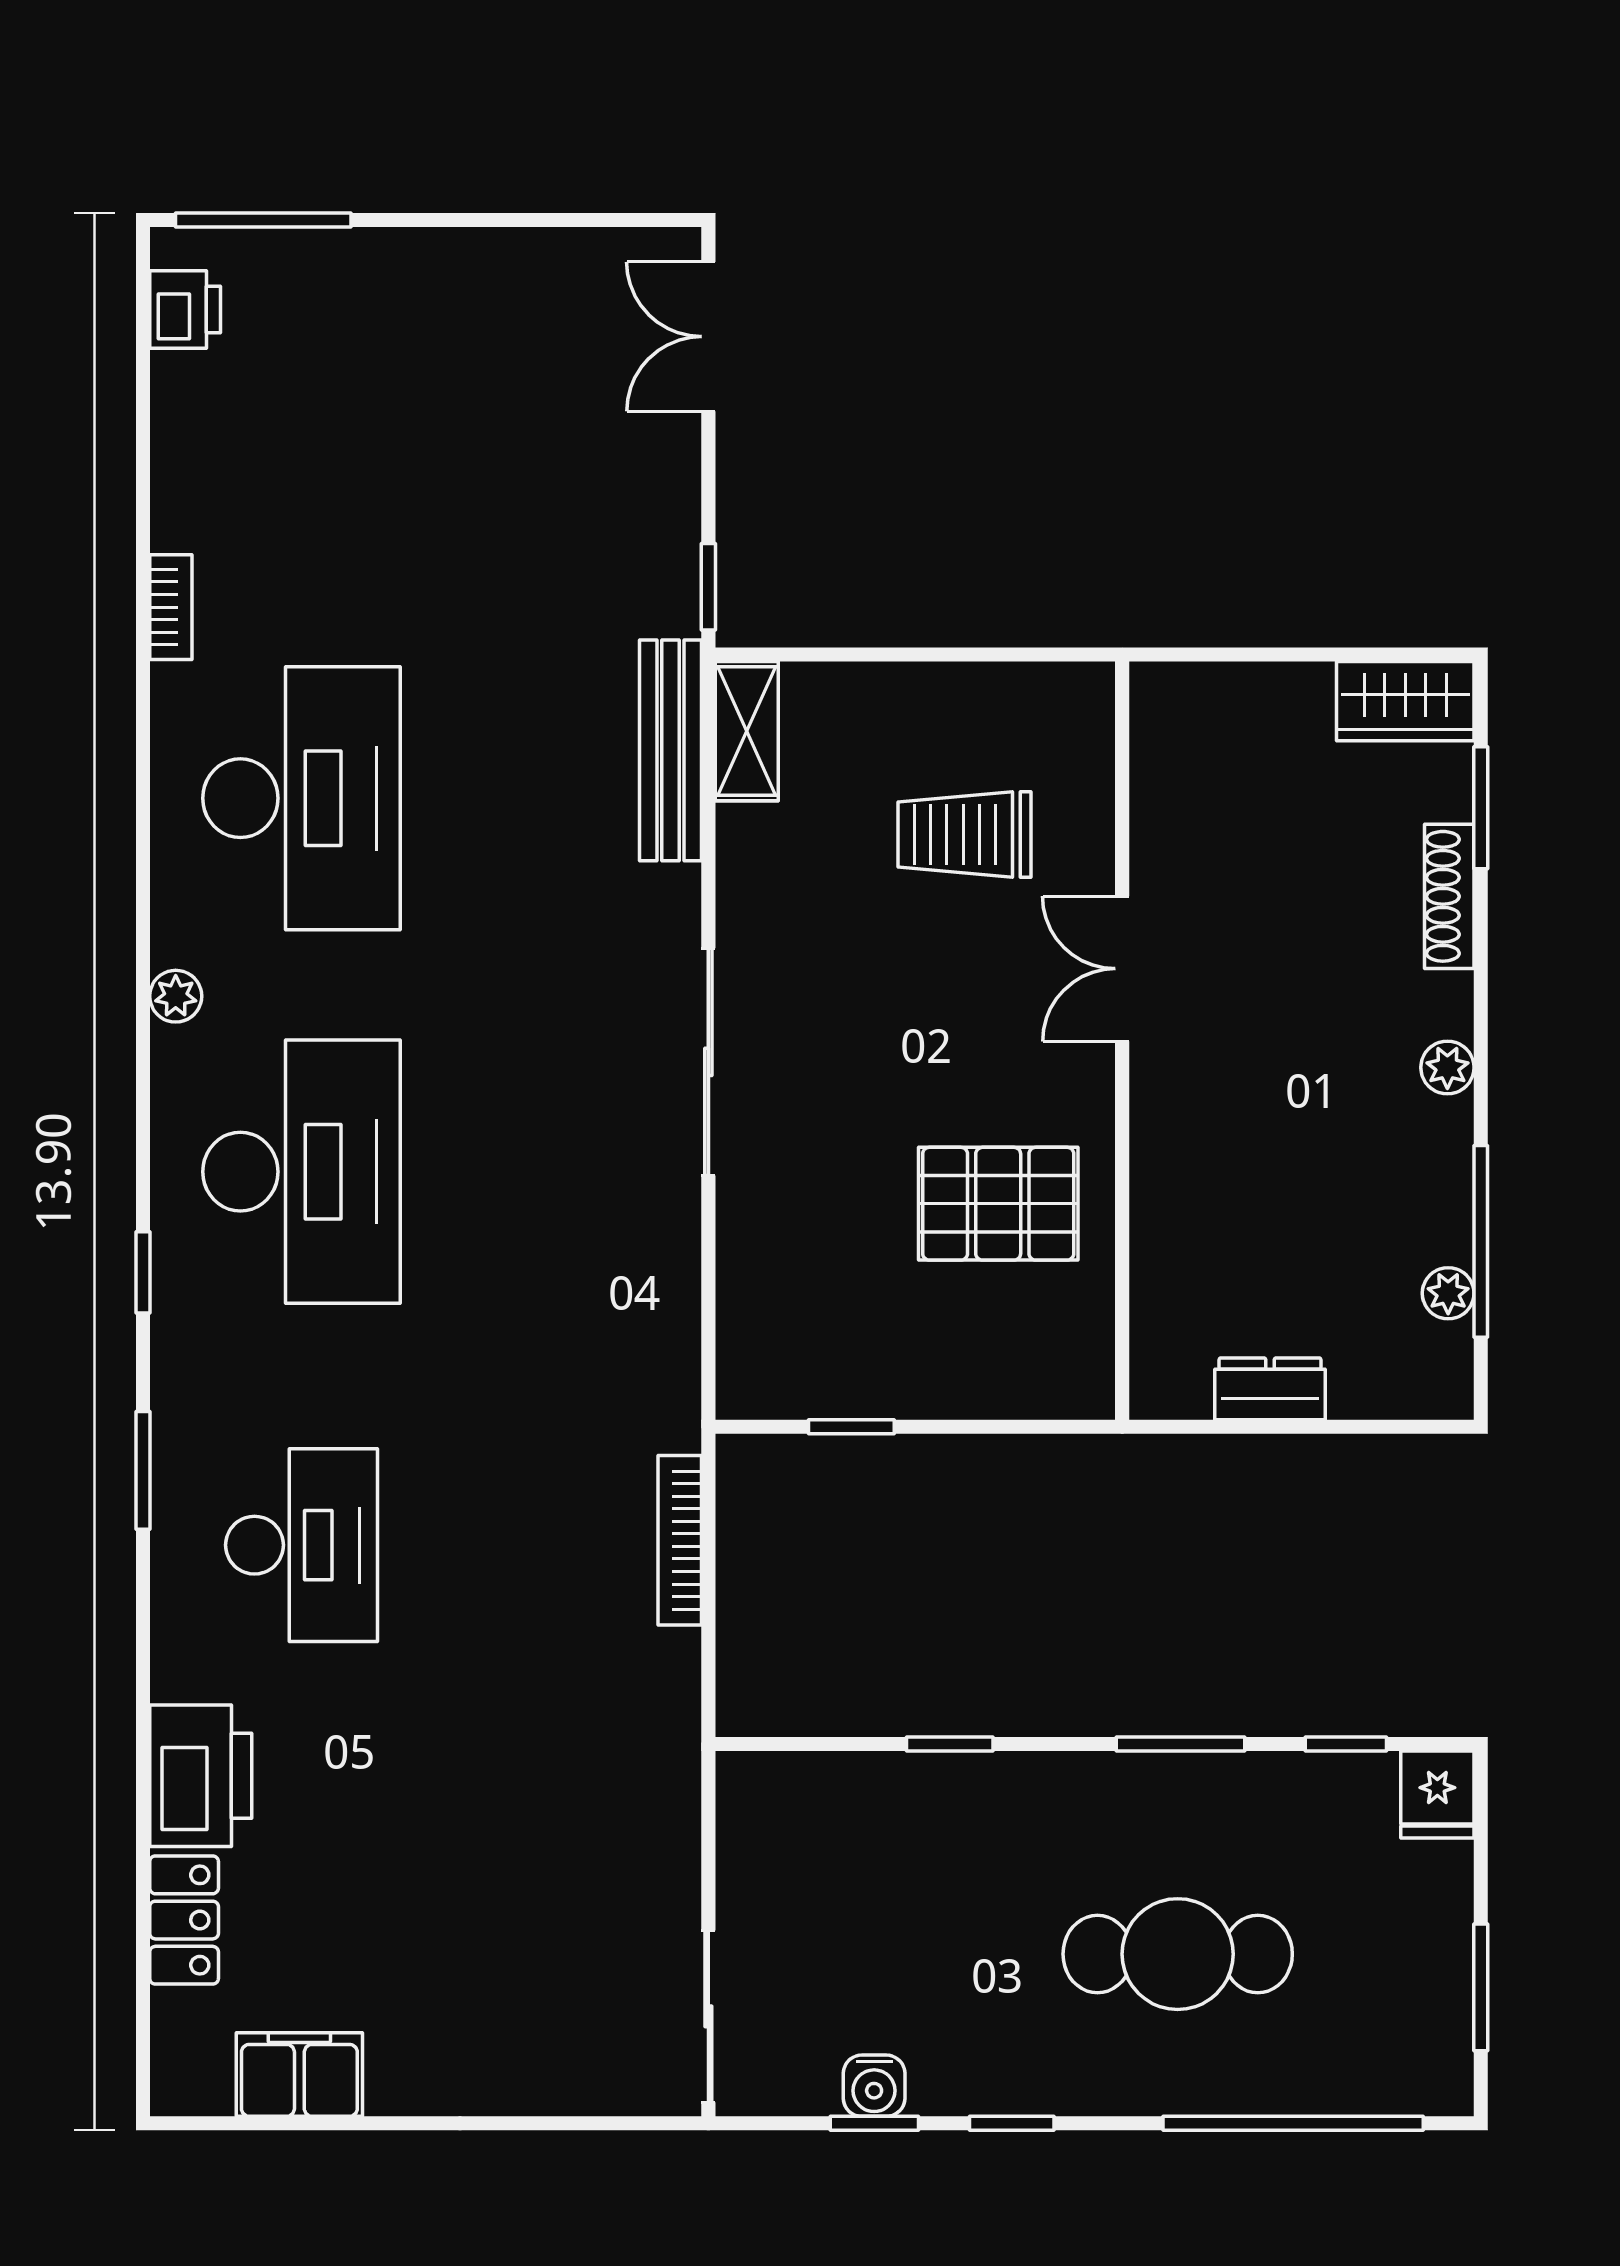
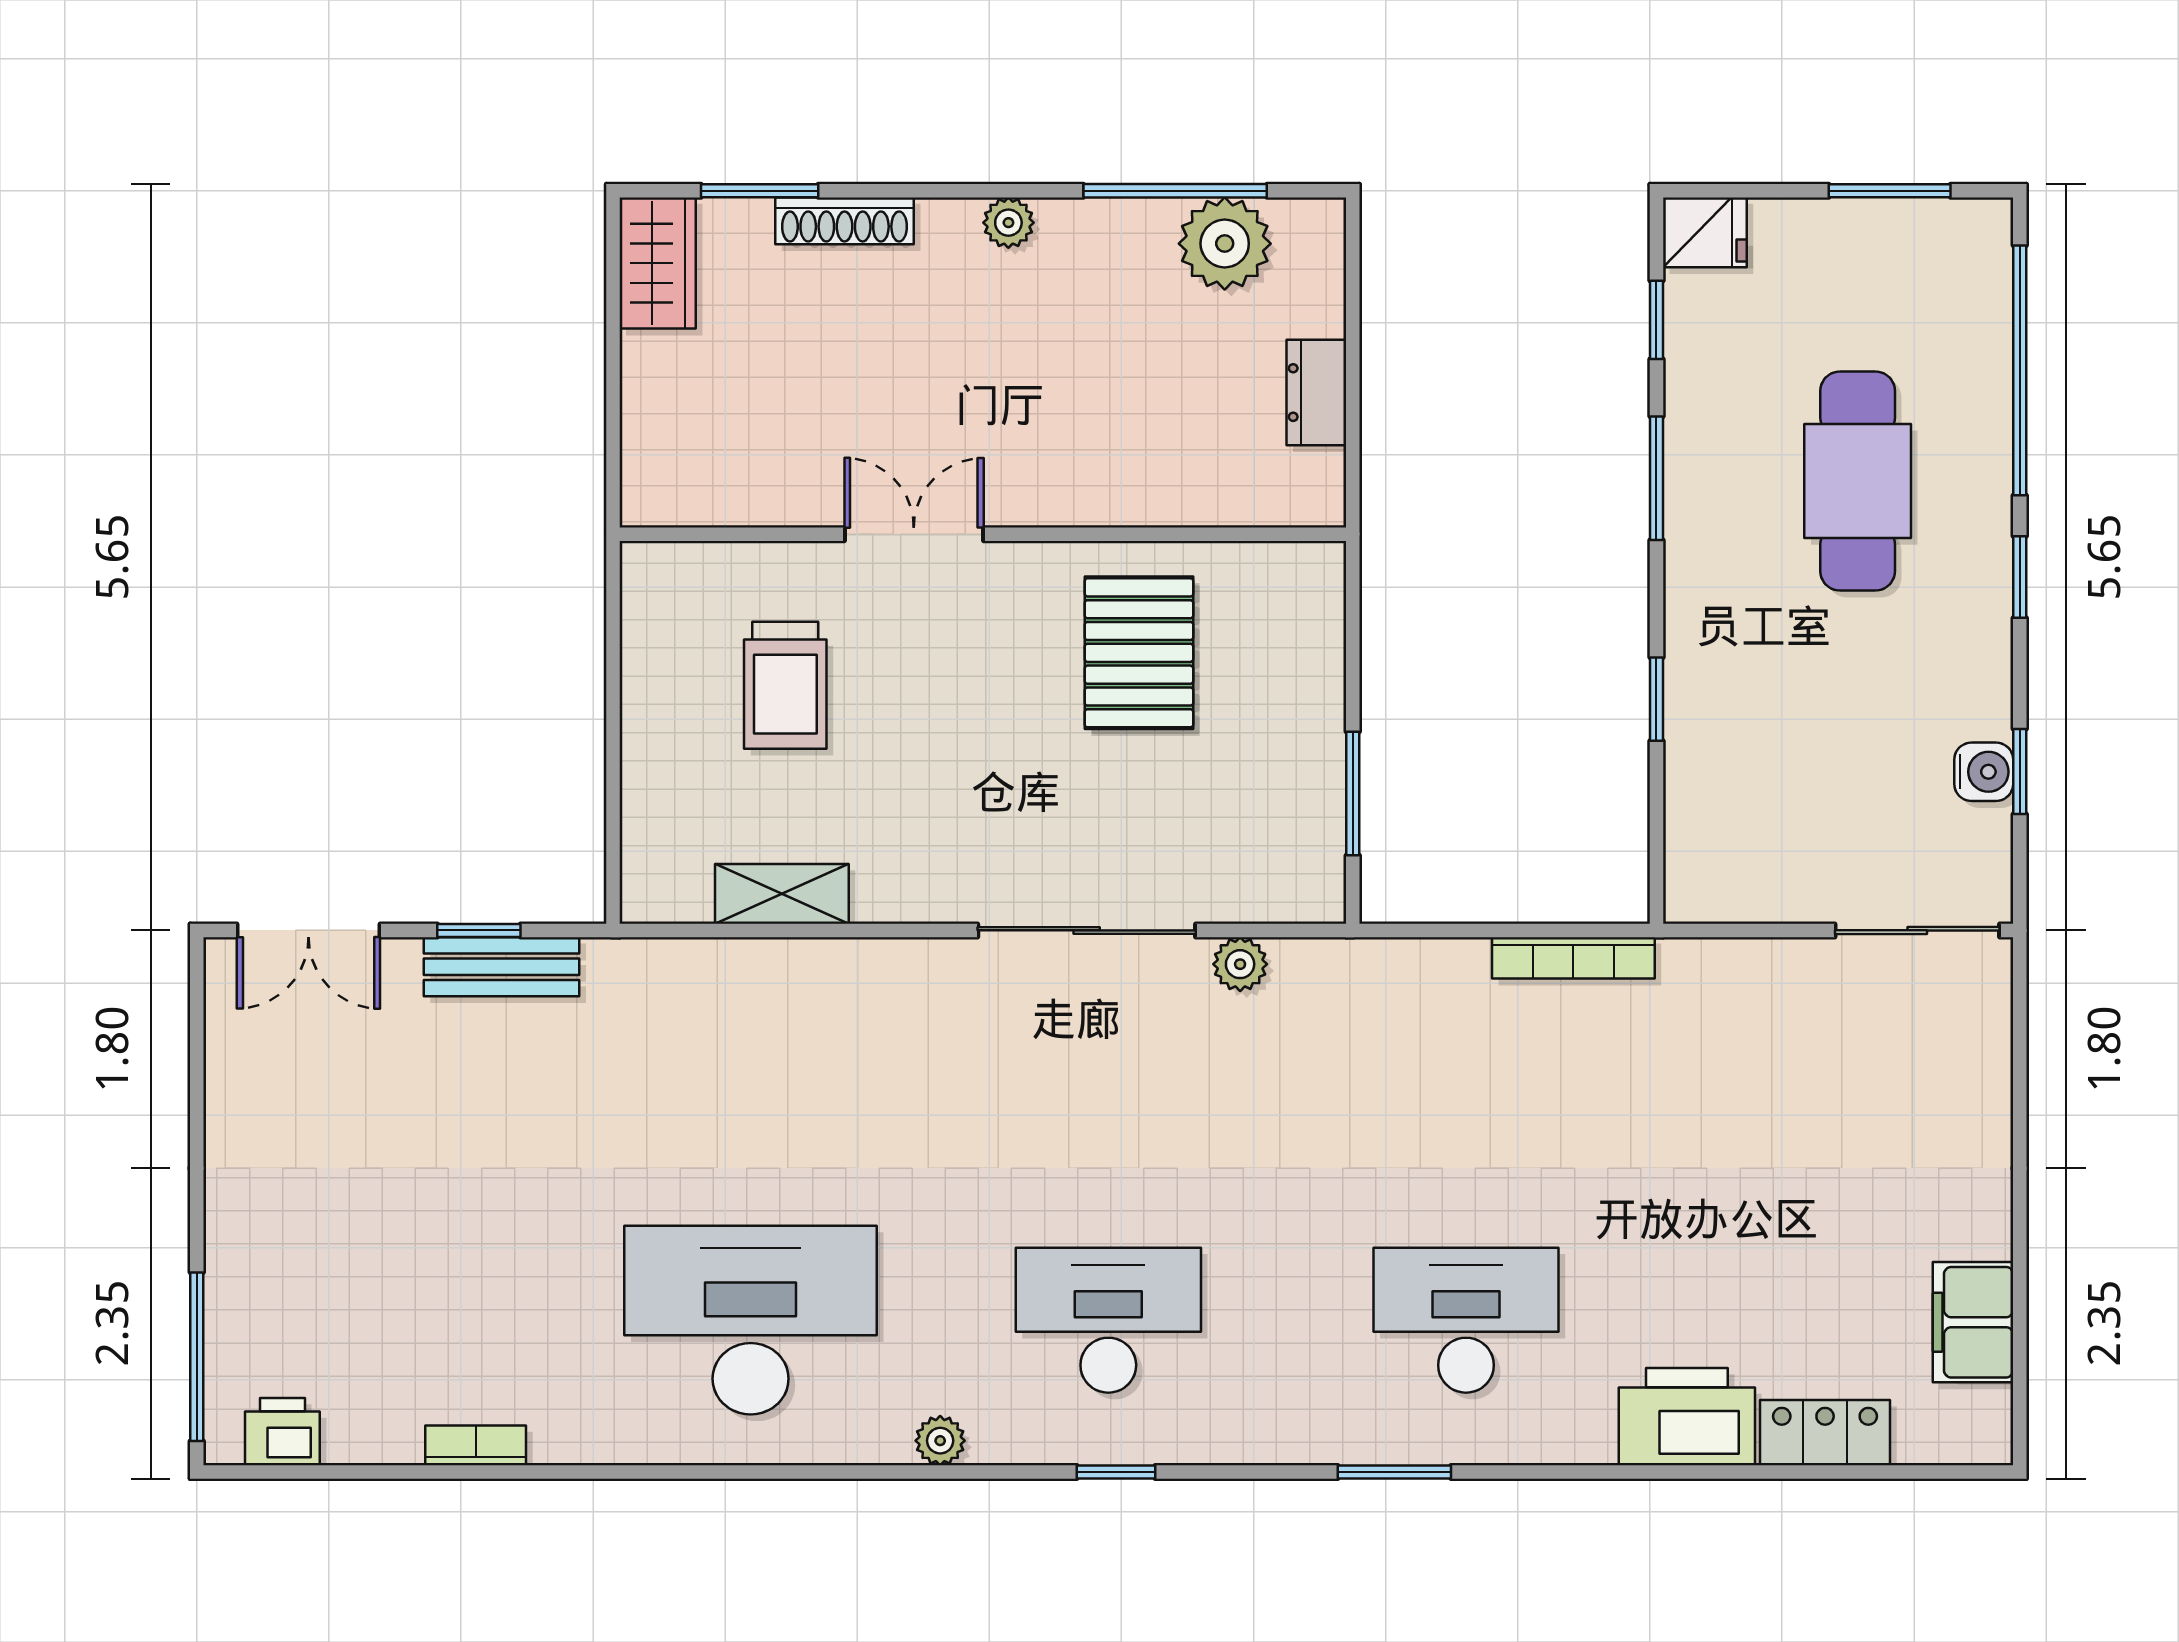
window: (708, 587) -> (479, 930), moved
bookcase: (171, 607) -> (476, 1445), moved
shelving: (747, 731) -> (782, 894), moved
bench: (671, 750) -> (502, 967), moved, width x0.73
double door: (1122, 969) -> (914, 534), swing flipped
sliding door: (708, 1062) -> (1087, 930), moved
desk: (302, 1172) -> (1108, 1320), width x0.73, depth x0.77
window: (143, 1272) -> (1116, 1472), moved
plant: (1448, 1293) -> (1225, 244), width x1.87, depth x1.87
plant: (673, 1309) -> (1240, 964), added
window: (851, 1427) -> (1353, 794), width x1.50
bookcase: (680, 1540) -> (1573, 958), moved
window: (1012, 2123) -> (2020, 577), moved

